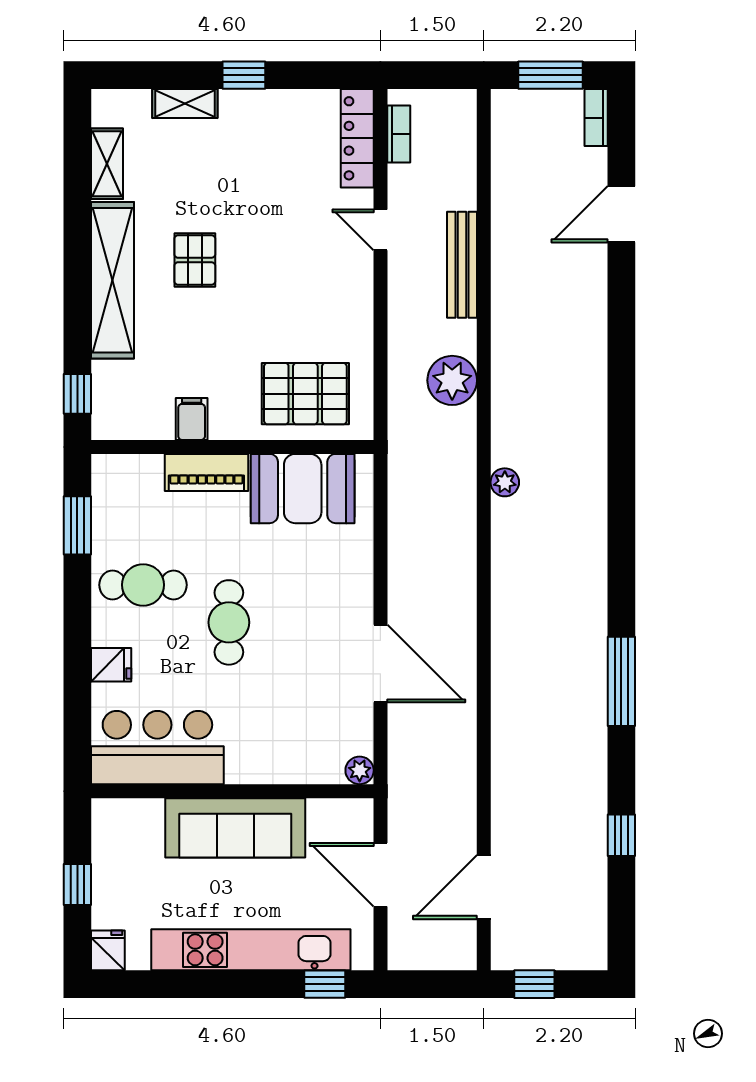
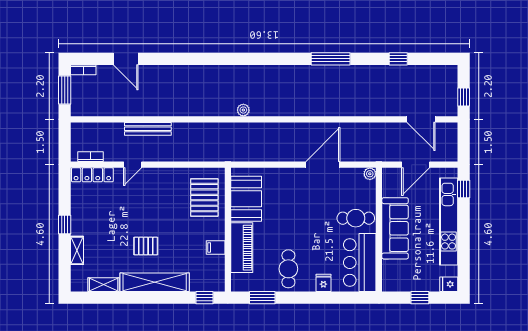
plant: (452, 380) -> (199, 133), removed
piano: (206, 472) -> (242, 248), width x1.37, depth x1.33
cafe table: (229, 622) -> (356, 218), moved

